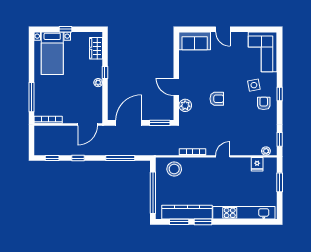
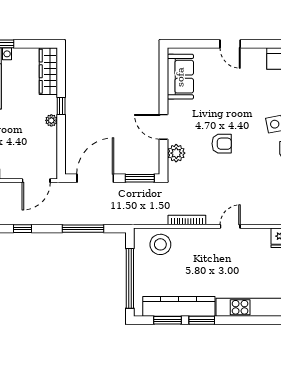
sofa: (195, 41) -> (180, 77), moved, turned -90
wardrobe: (96, 48) -> (48, 71), width x1.50

